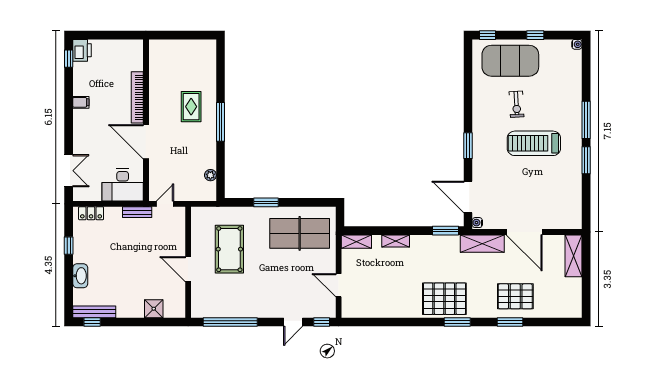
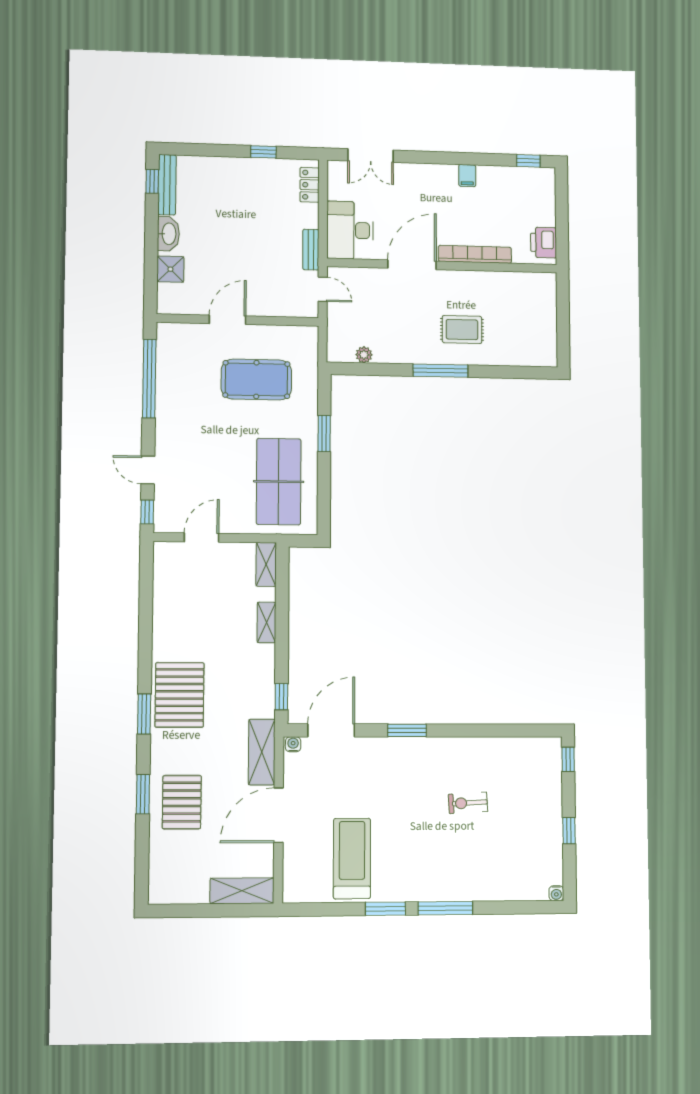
printer: (82, 50) -> (543, 243), moved, turned 90
exercise mat: (510, 61) -> (531, 793), removed
treadmill: (534, 143) -> (352, 858), moved
window: (446, 231) -> (281, 697), width x0.67
washbasin: (80, 276) -> (168, 234), moved, turned -90

